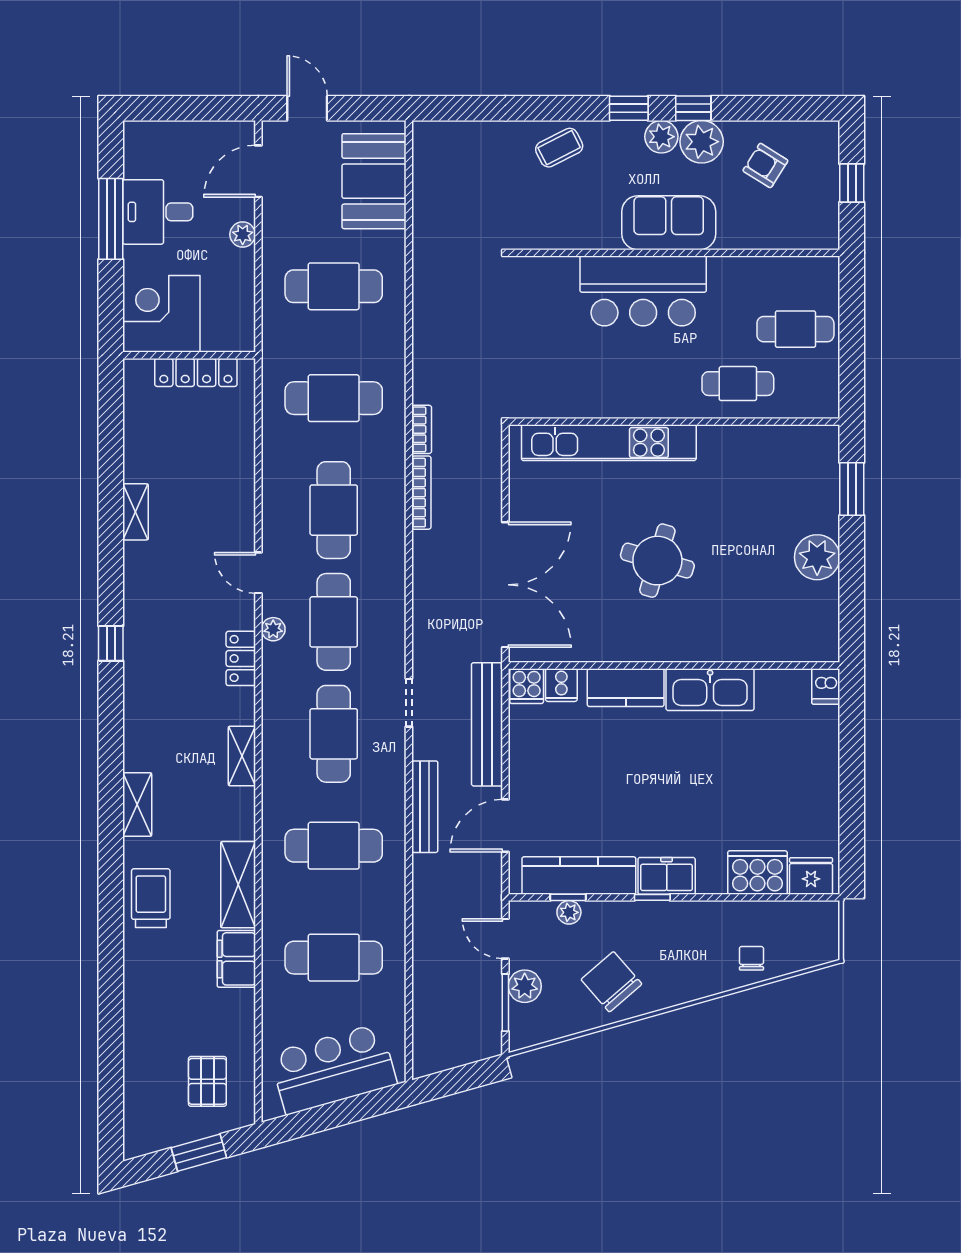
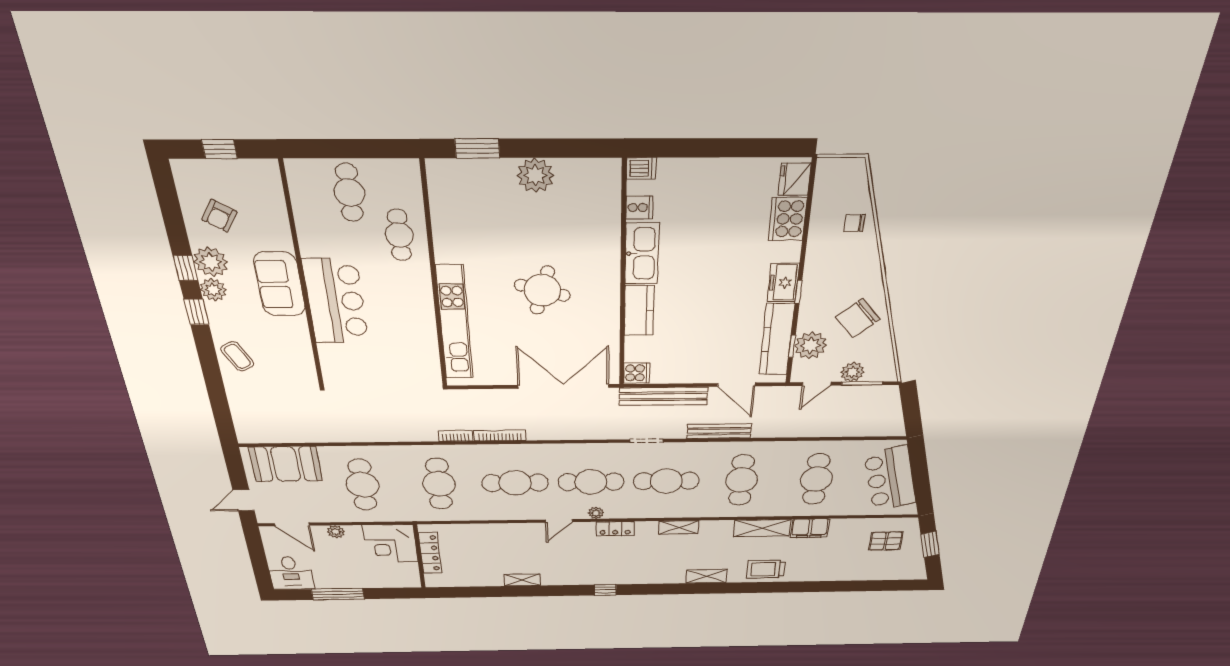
desk: (158, 212) -> (291, 573), moved
corner desk: (161, 314) -> (390, 544), moved
cooker: (561, 685) -> (639, 208), moved
plant: (569, 912) -> (811, 345), width x1.87, depth x1.87

